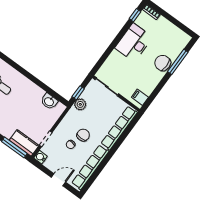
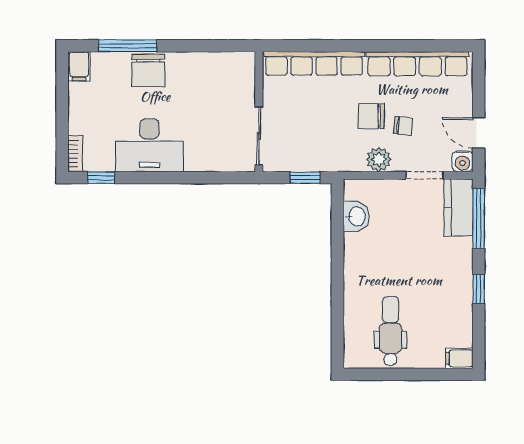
filing cabinet: (140, 97) -> (79, 66), moved
plant: (80, 104) -> (379, 159), moved
door: (58, 180) -> (479, 133), moved

